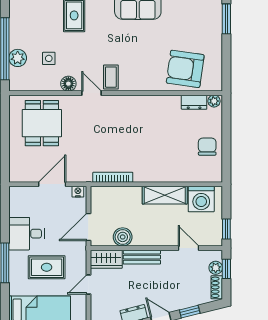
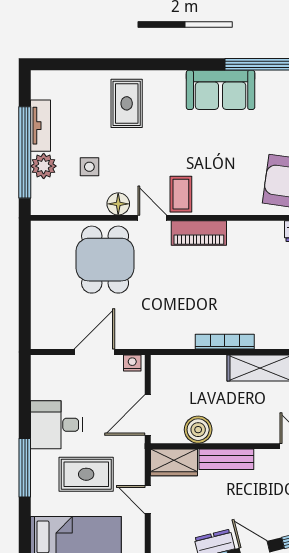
tv unit: (16, 30) -> (40, 126), added
piano: (123, 103) -> (199, 233), added
dining table: (42, 123) -> (105, 260), moved
bookcase: (113, 177) -> (225, 342), moved
door: (88, 285) -> (148, 500), hinge flipped

